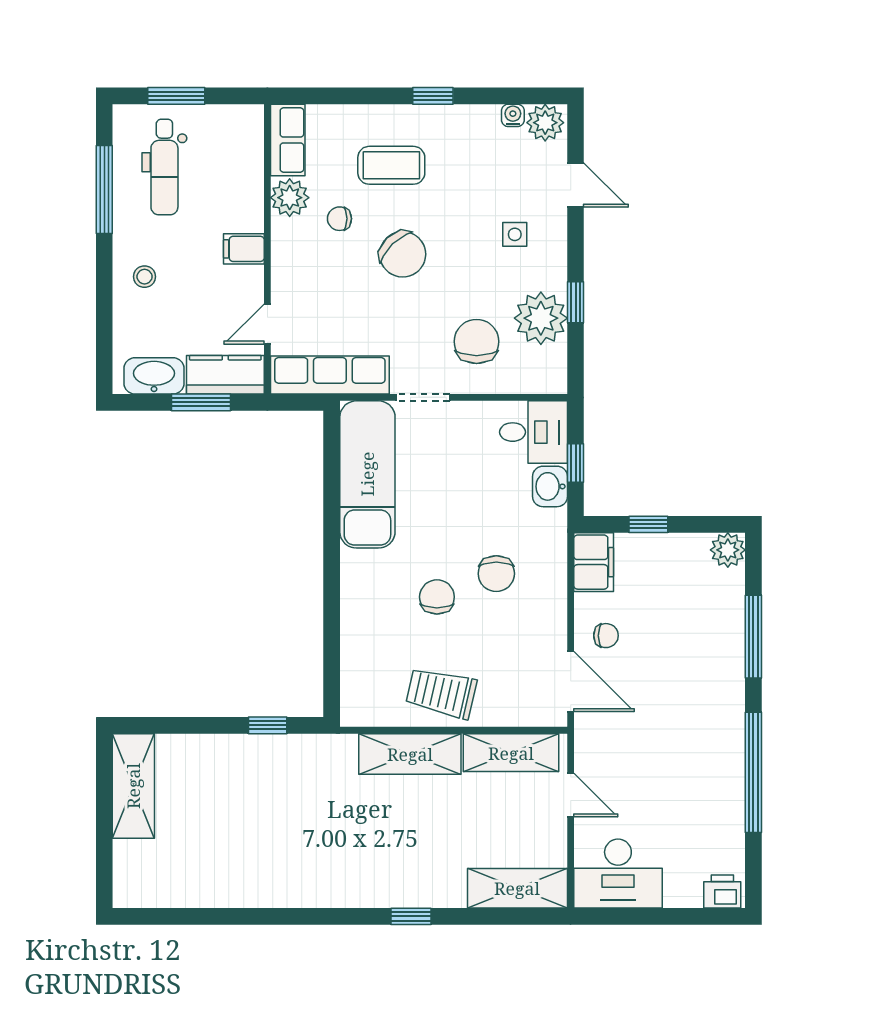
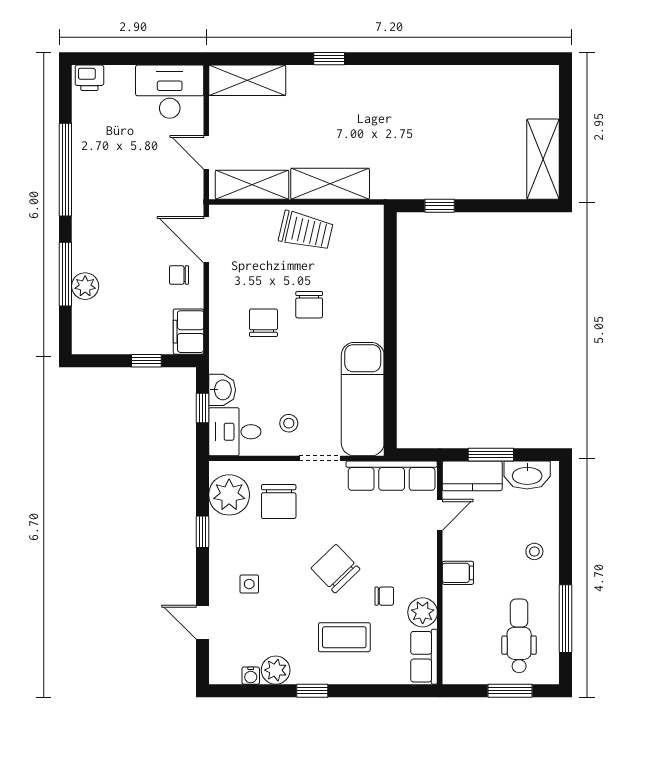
plant: (545, 123) -> (276, 670), moved
plant: (541, 318) -> (229, 495), moved
stool: (463, 443) -> (289, 423), added
plant: (728, 550) -> (85, 286), moved

